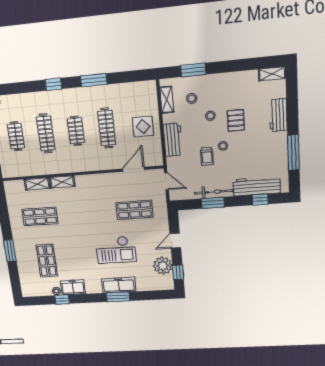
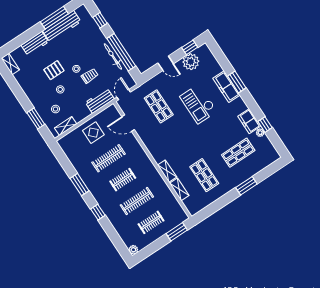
workbench: (173, 140) -> (100, 101), moved
workbench: (257, 186) -> (62, 26), moved, turned -90
window: (213, 203) -> (121, 52), width x2.11
checkout: (116, 250) -> (198, 104), turned 180

